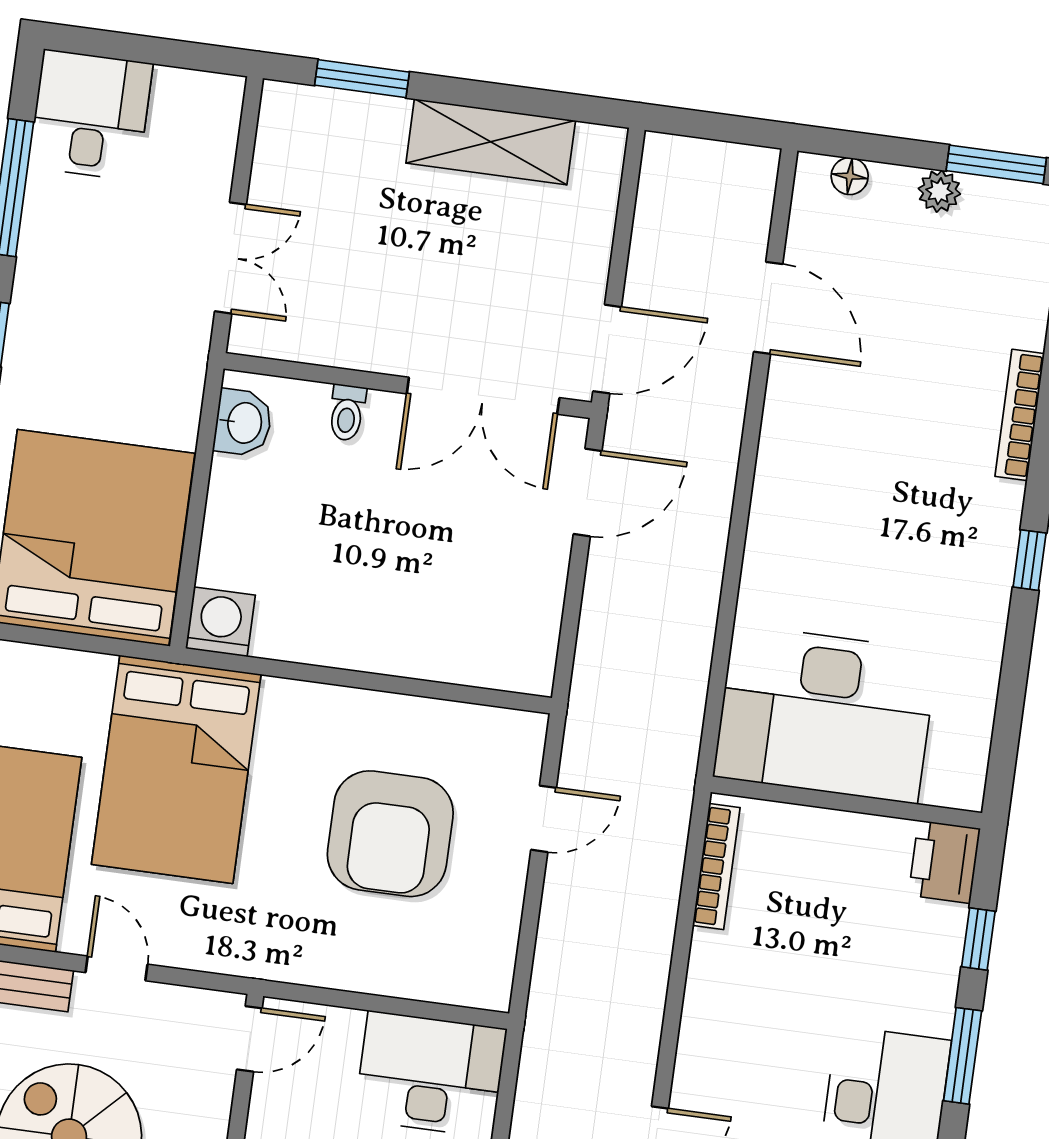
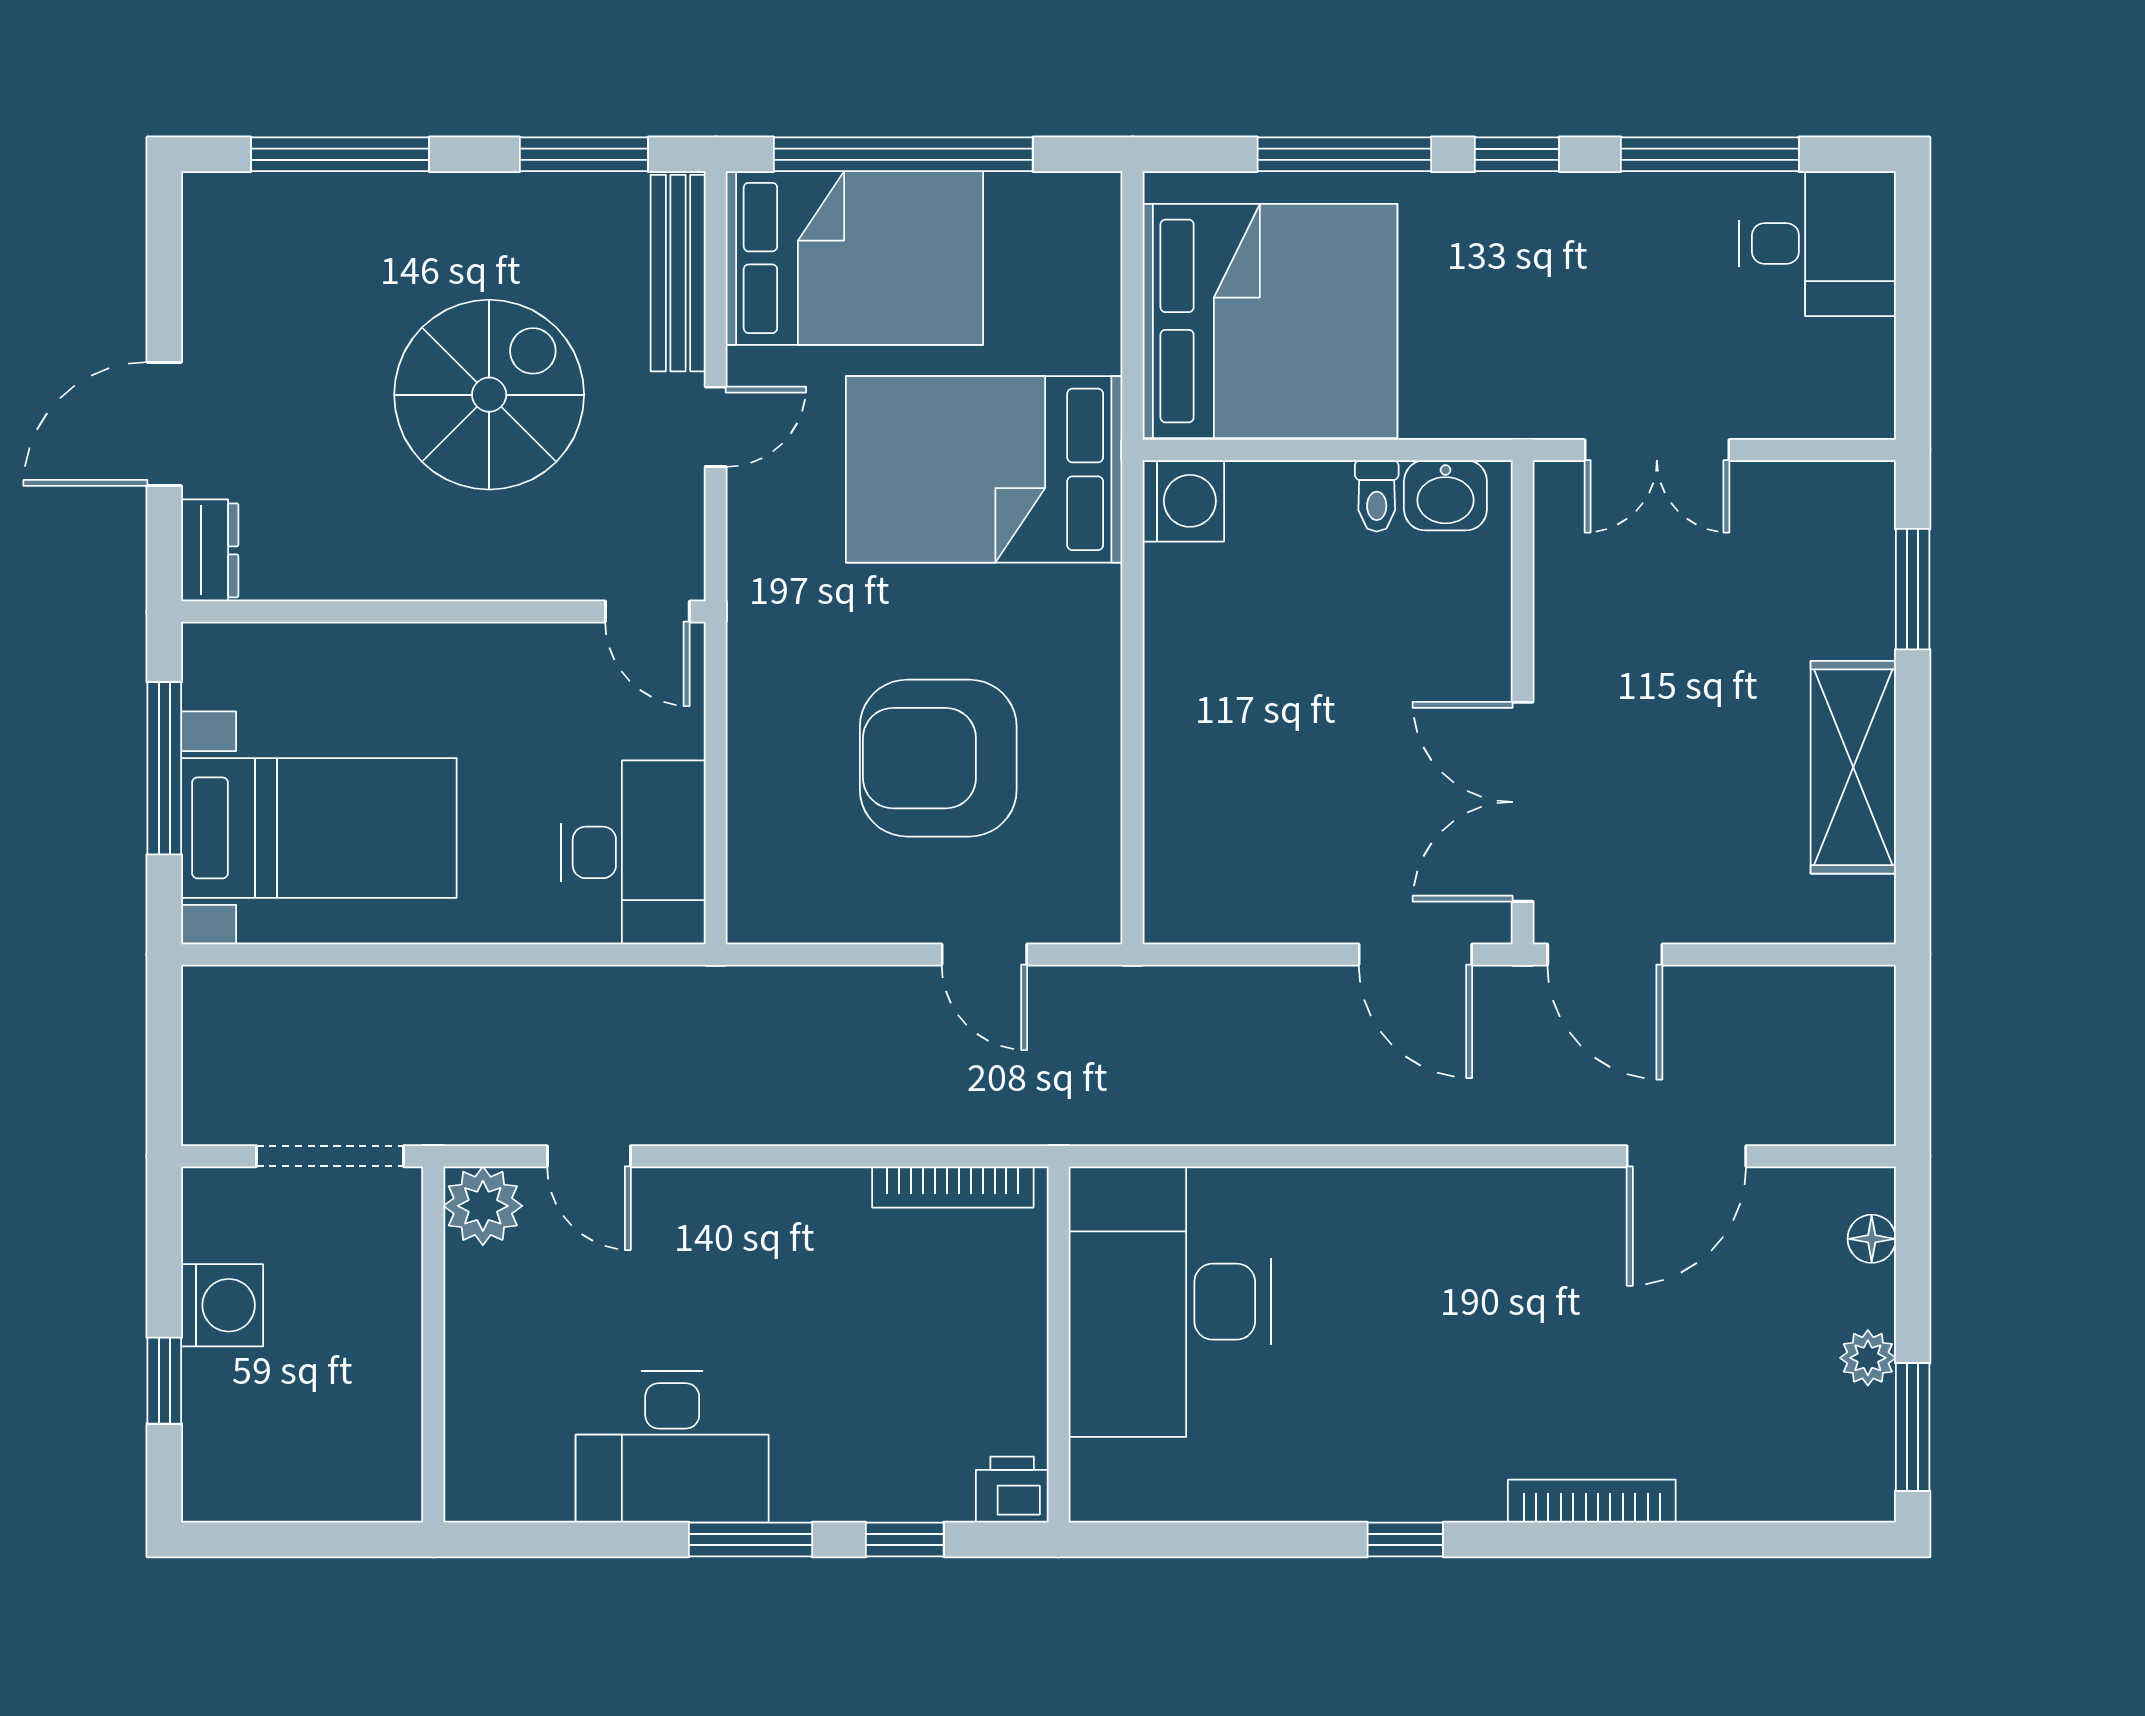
toilet: (347, 413) -> (1377, 496), moved, turned -90
printer: (944, 862) -> (1012, 1490), width x0.73, depth x0.81

